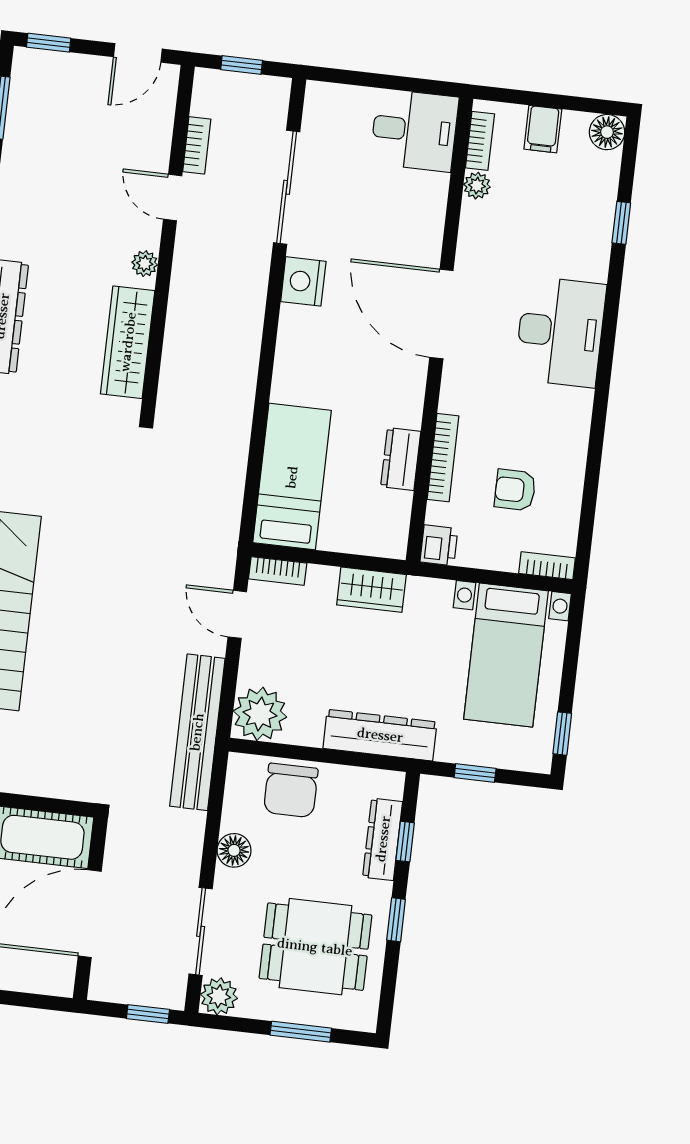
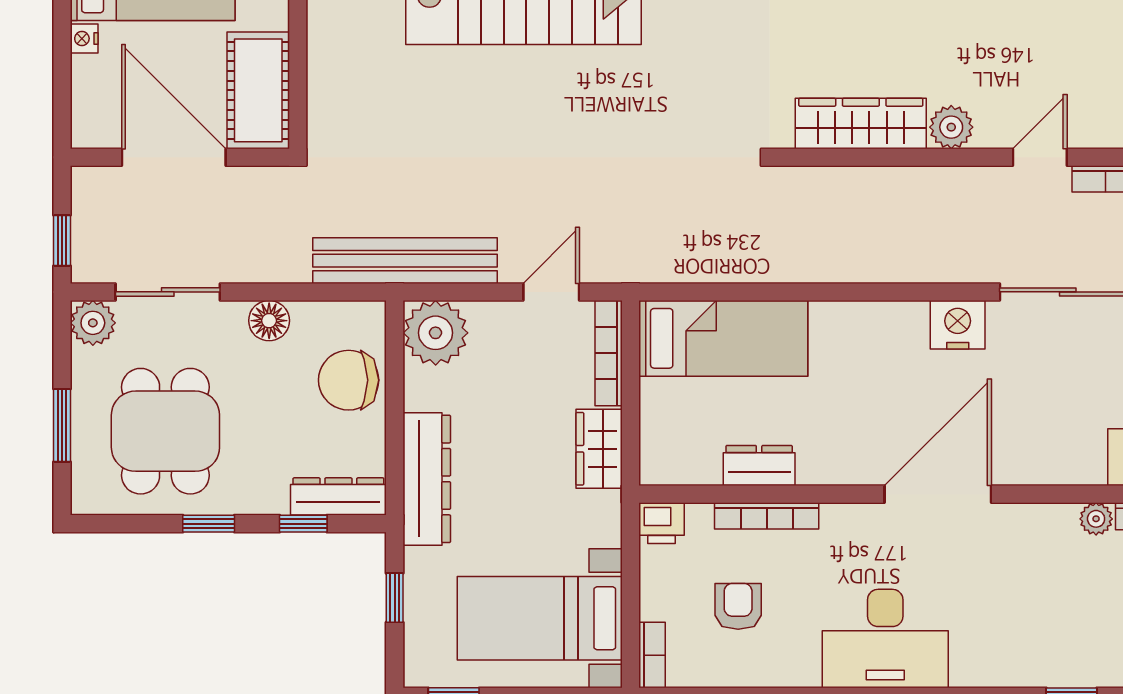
plant: (145, 264) -> (951, 127), width x1.38, depth x1.38
desk: (560, 332) -> (885, 639), moved
bookcase: (278, 571) -> (609, 353), width x1.56
dresser: (383, 839) -> (338, 496), moved

